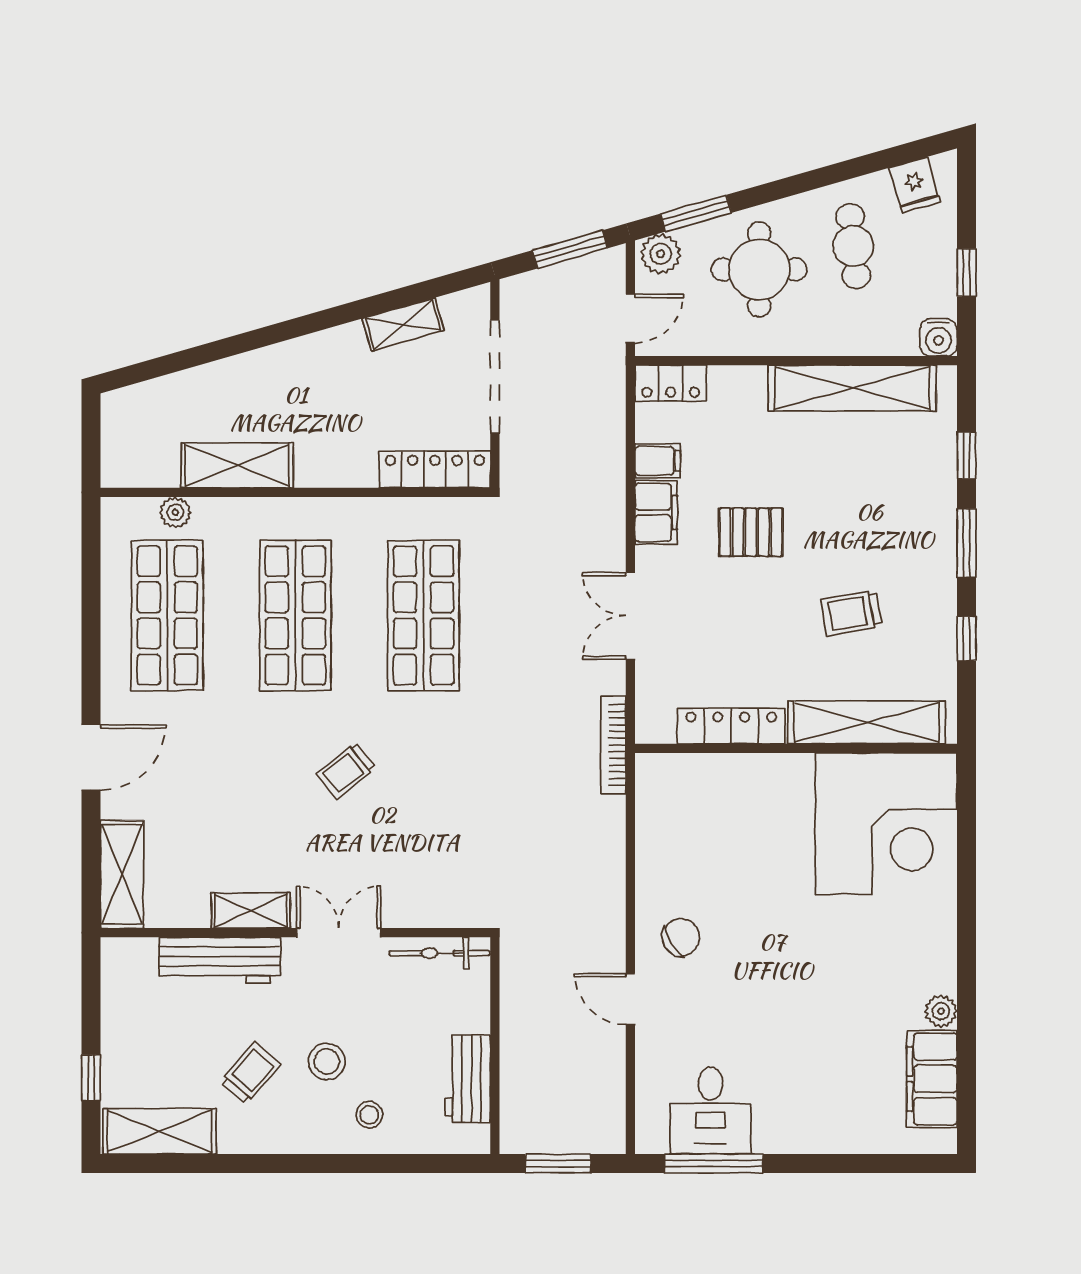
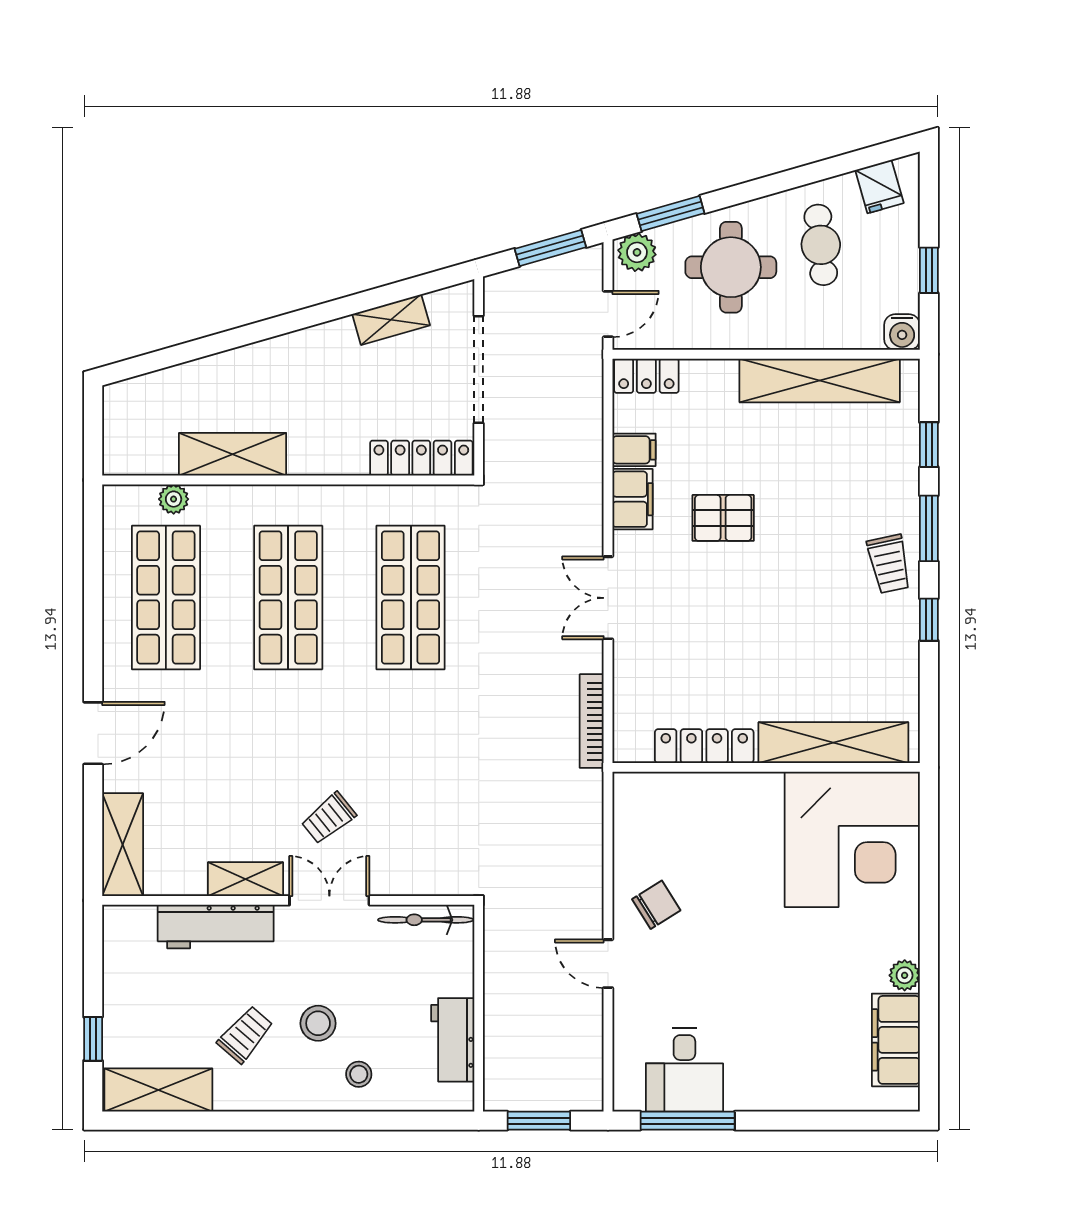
trolley: (851, 613) -> (889, 564), moved, turned -92
shelving: (867, 722) -> (833, 743), moved
locker: (731, 726) -> (704, 746), moved
wall: (796, 748) -> (766, 767), moved
trolley: (346, 771) -> (329, 818), moved
corner desk: (886, 824) -> (852, 839), moved

